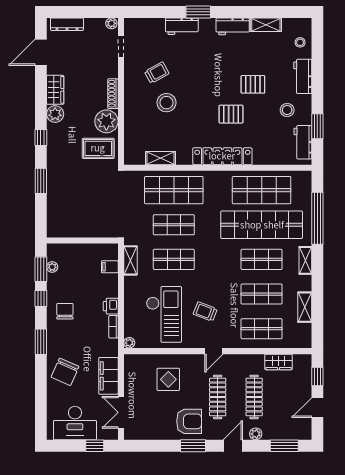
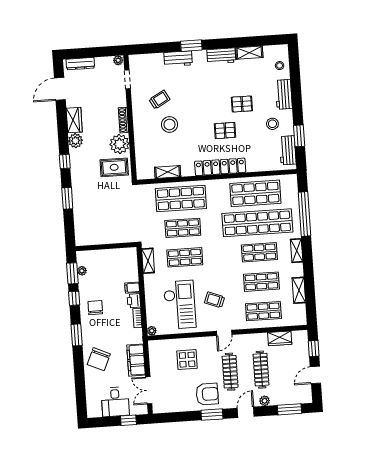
filing cabinet: (110, 267) -> (132, 288), moved
desk: (75, 423) -> (115, 402), width x0.73

